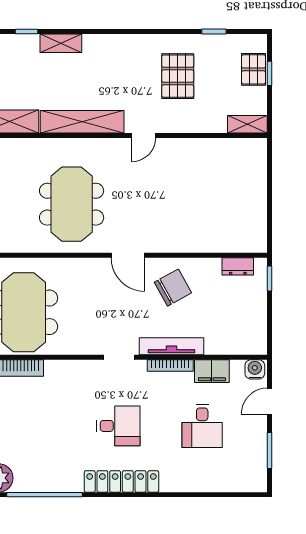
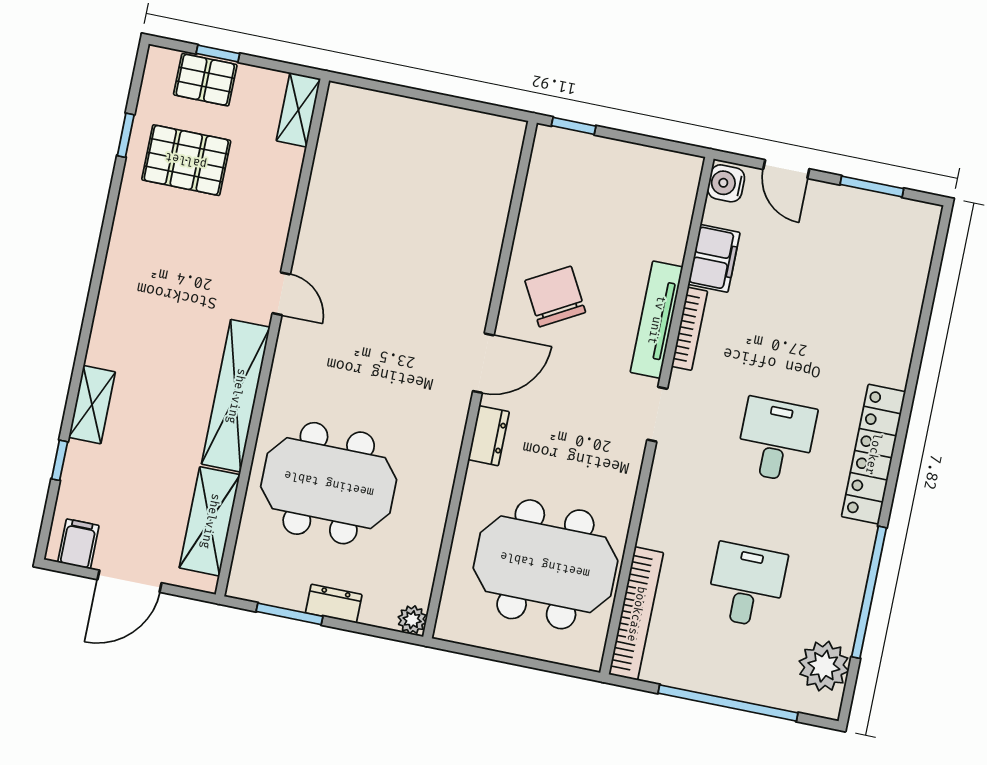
pallet: (178, 76) -> (186, 160), moved
meeting table: (72, 204) -> (329, 483), moved
dresser: (238, 266) -> (489, 436), moved
desk: (202, 426) -> (746, 585), moved, turned -90

